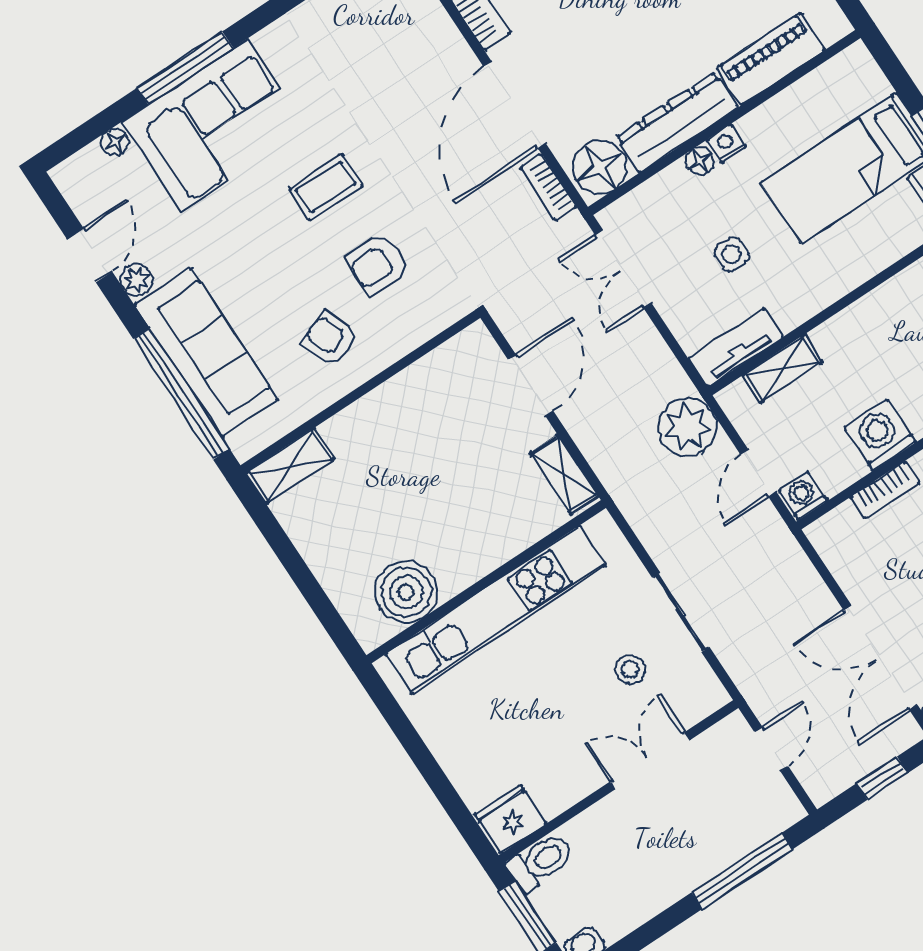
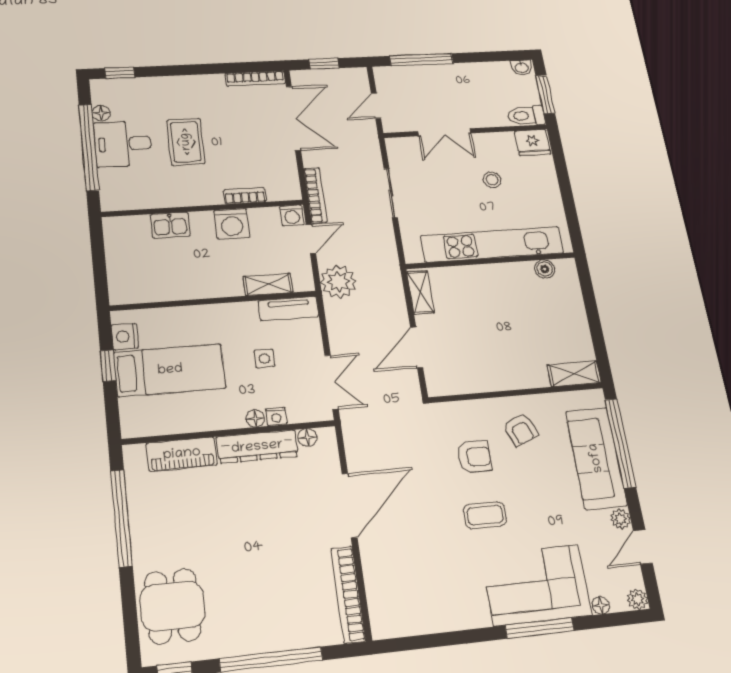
nightstand: (727, 143) -> (276, 417), moved
floor lamp: (600, 167) -> (307, 438), width x0.53, depth x0.53
plant: (68, 176) -> (637, 599), added
bookcase: (548, 187) -> (315, 195), moved, width x1.56
boiler: (406, 592) -> (545, 269), width x0.54, depth x0.54
stool: (630, 669) -> (492, 180), moved

